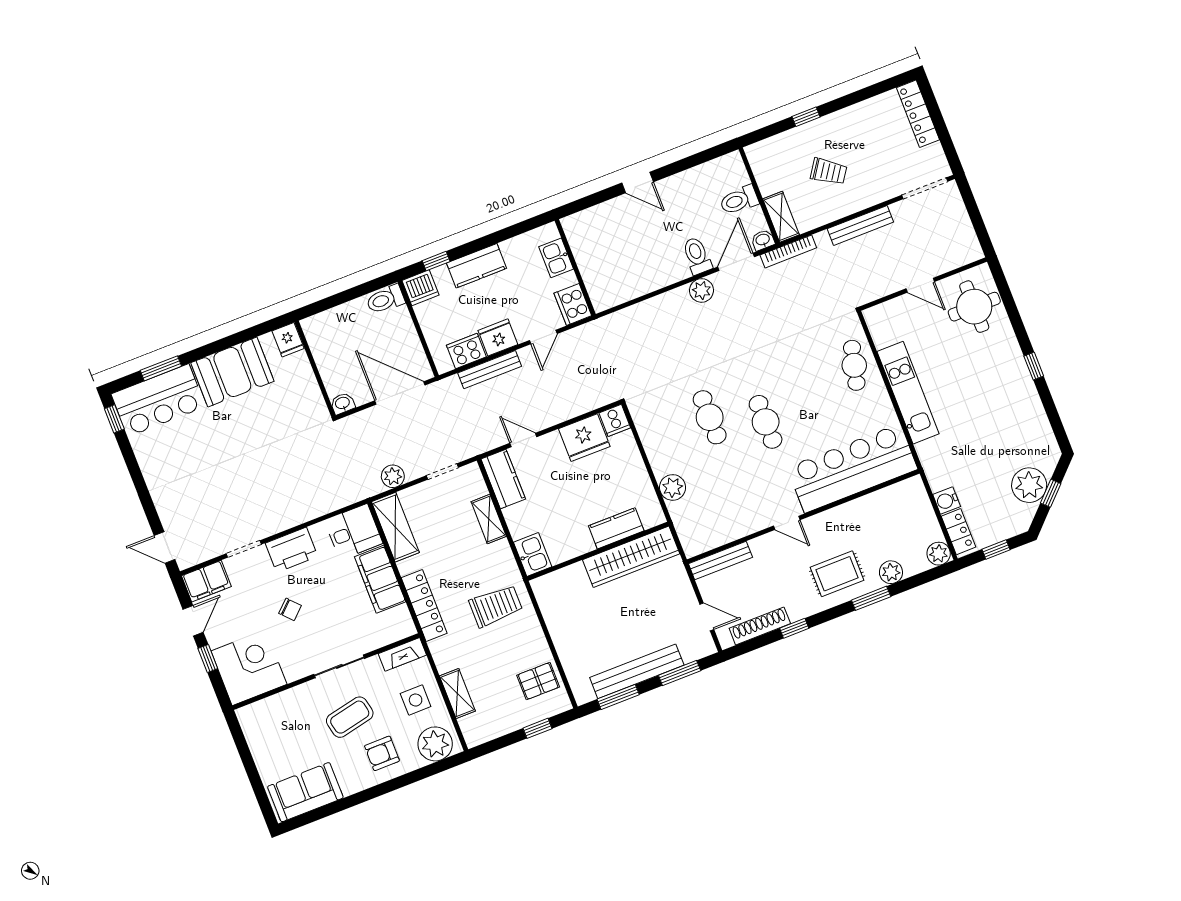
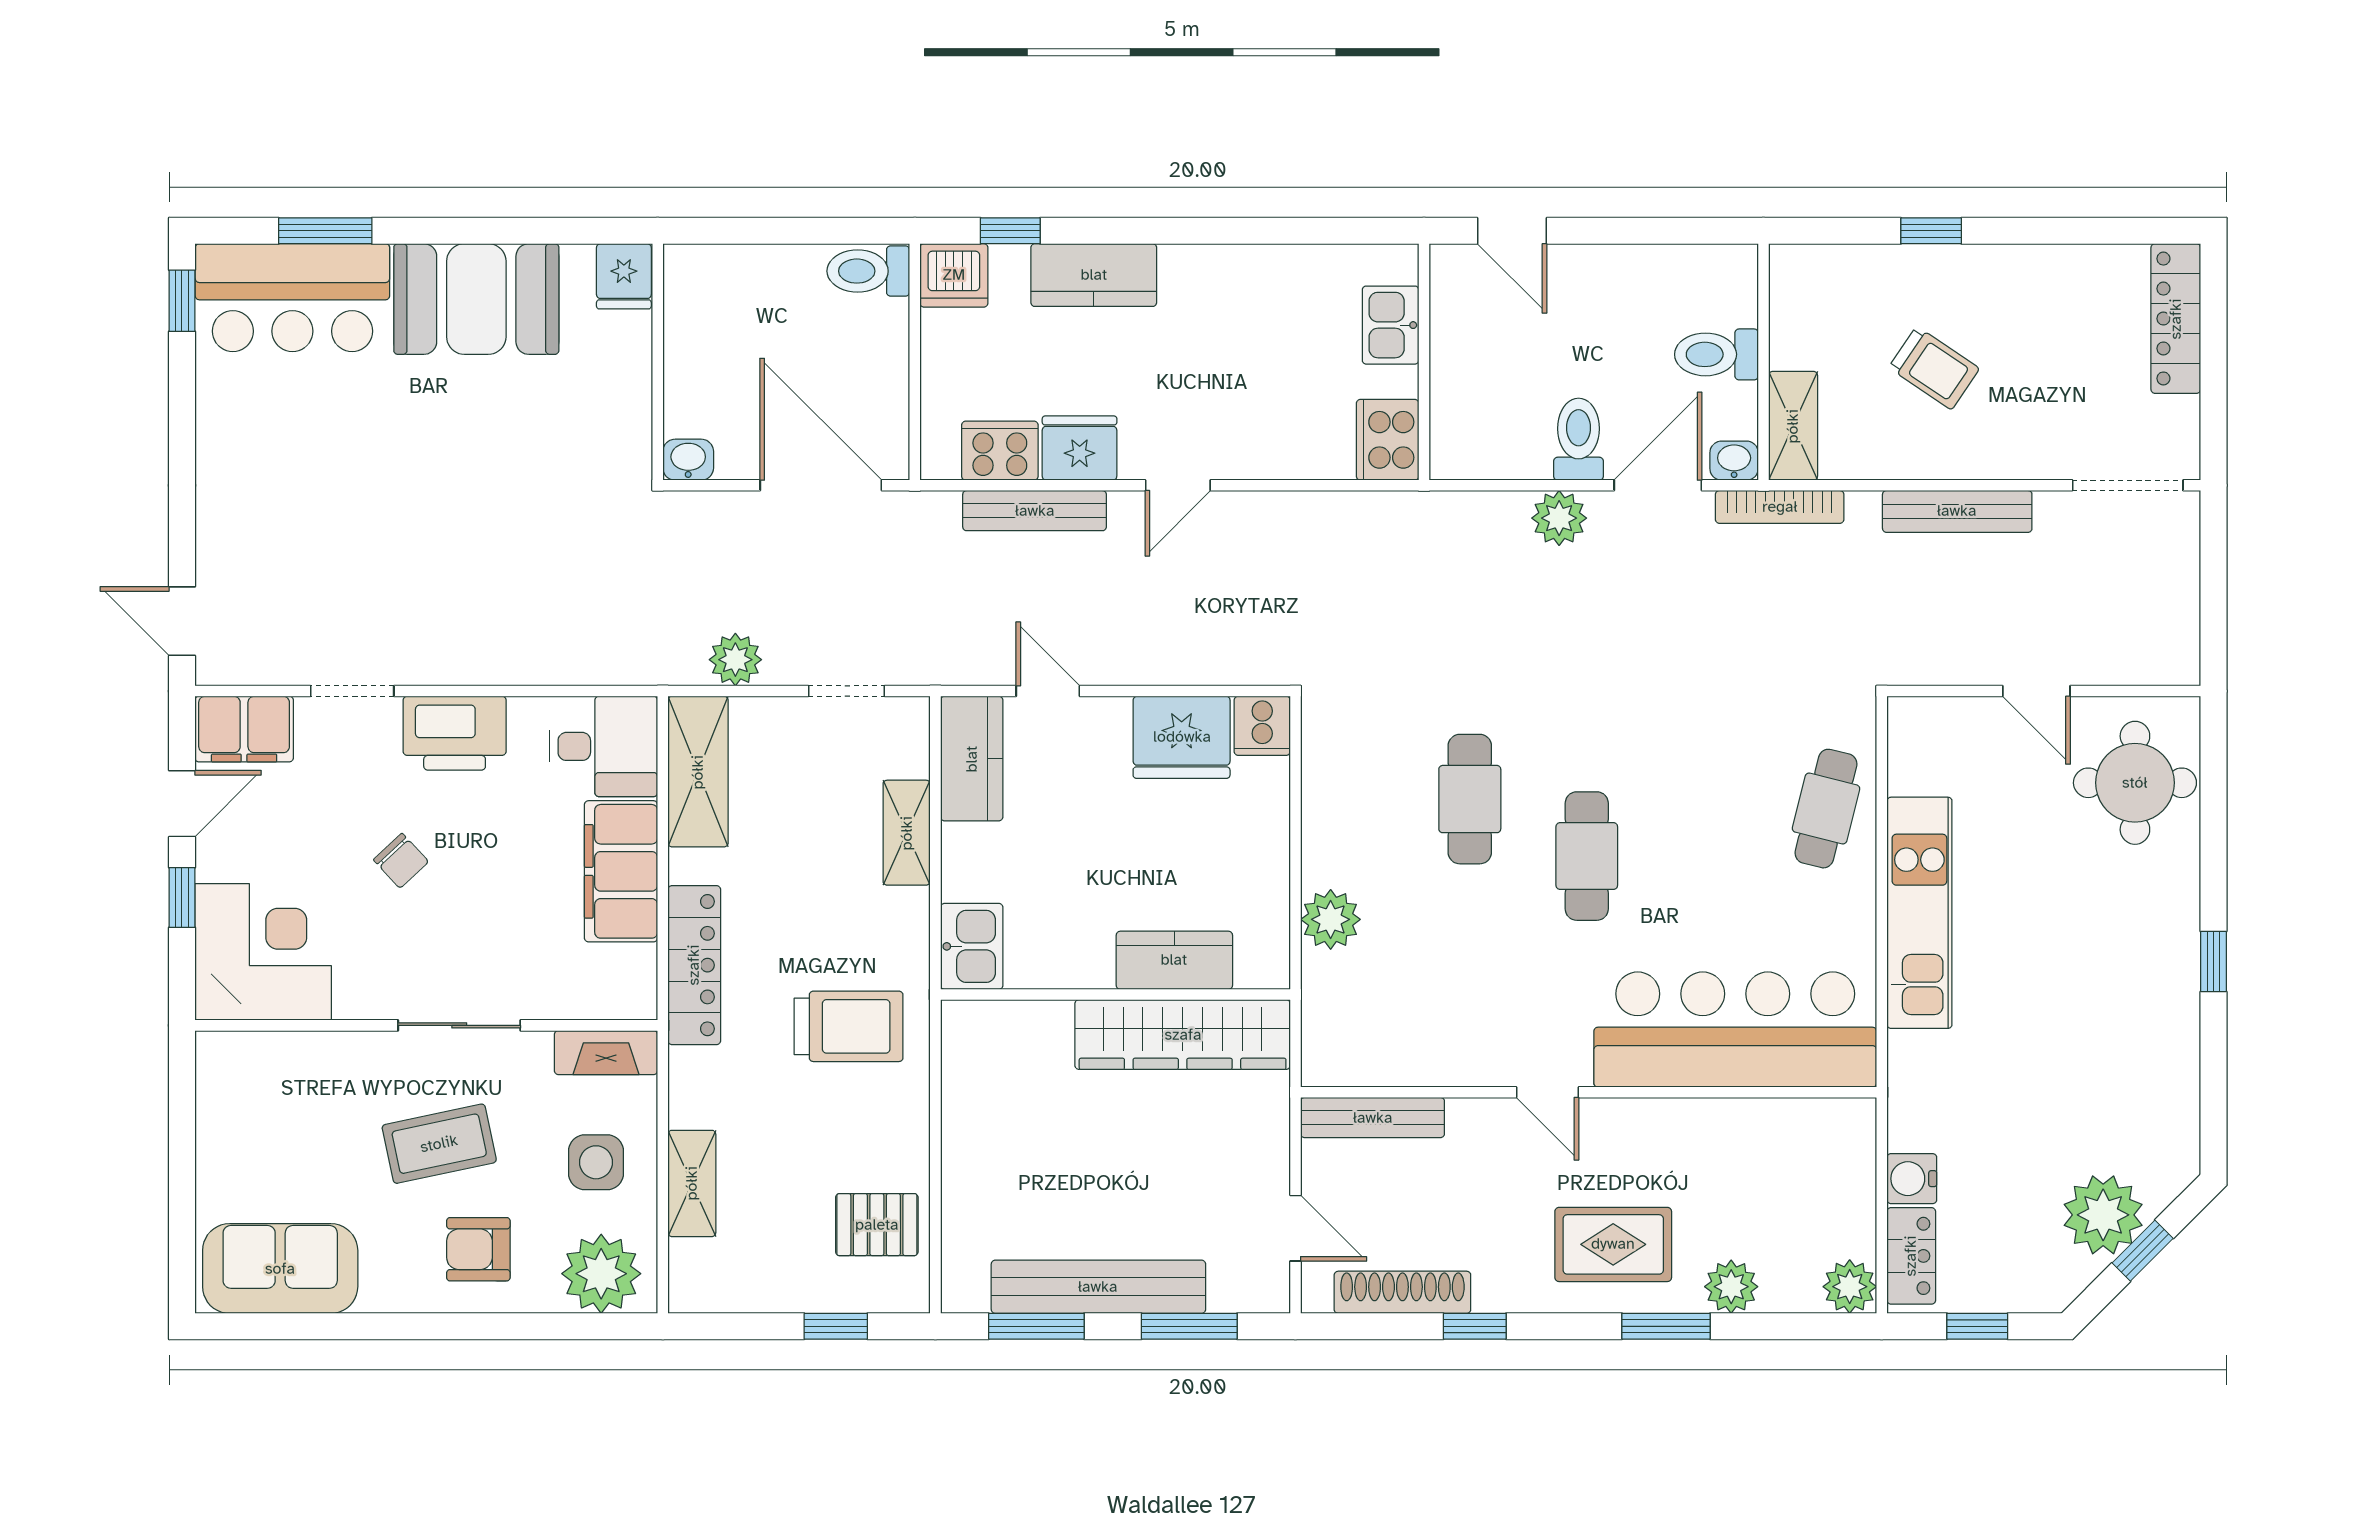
kitchen sink: (556, 258) -> (1391, 325), moved
wall: (575, 267) -> (1424, 362), moved
cooker: (573, 304) -> (1388, 440), moved

